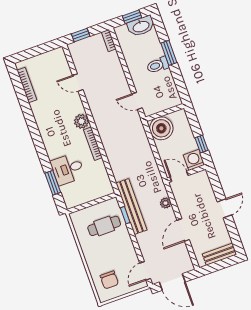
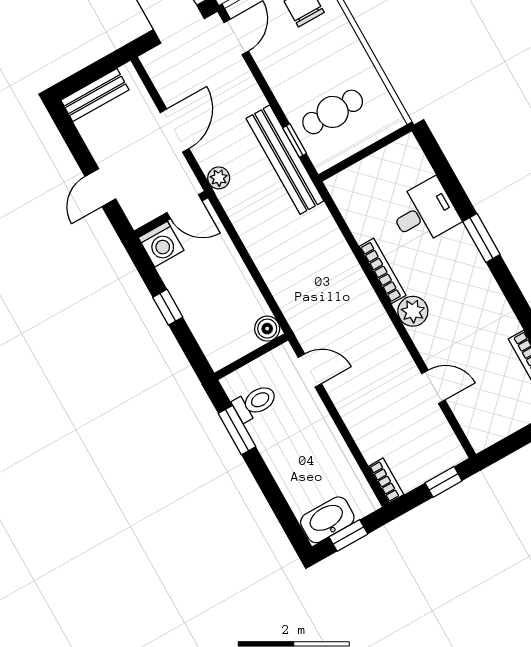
window: (169, 53) -> (237, 430), moved
toilet: (158, 65) -> (255, 403), moved
boiler: (161, 128) -> (267, 329), width x0.54, depth x0.54
washing machine: (194, 160) -> (161, 244), moved
wall: (186, 174) -> (171, 214), moved
door: (179, 176) -> (185, 207), moved
window: (53, 183) -> (481, 238), moved

